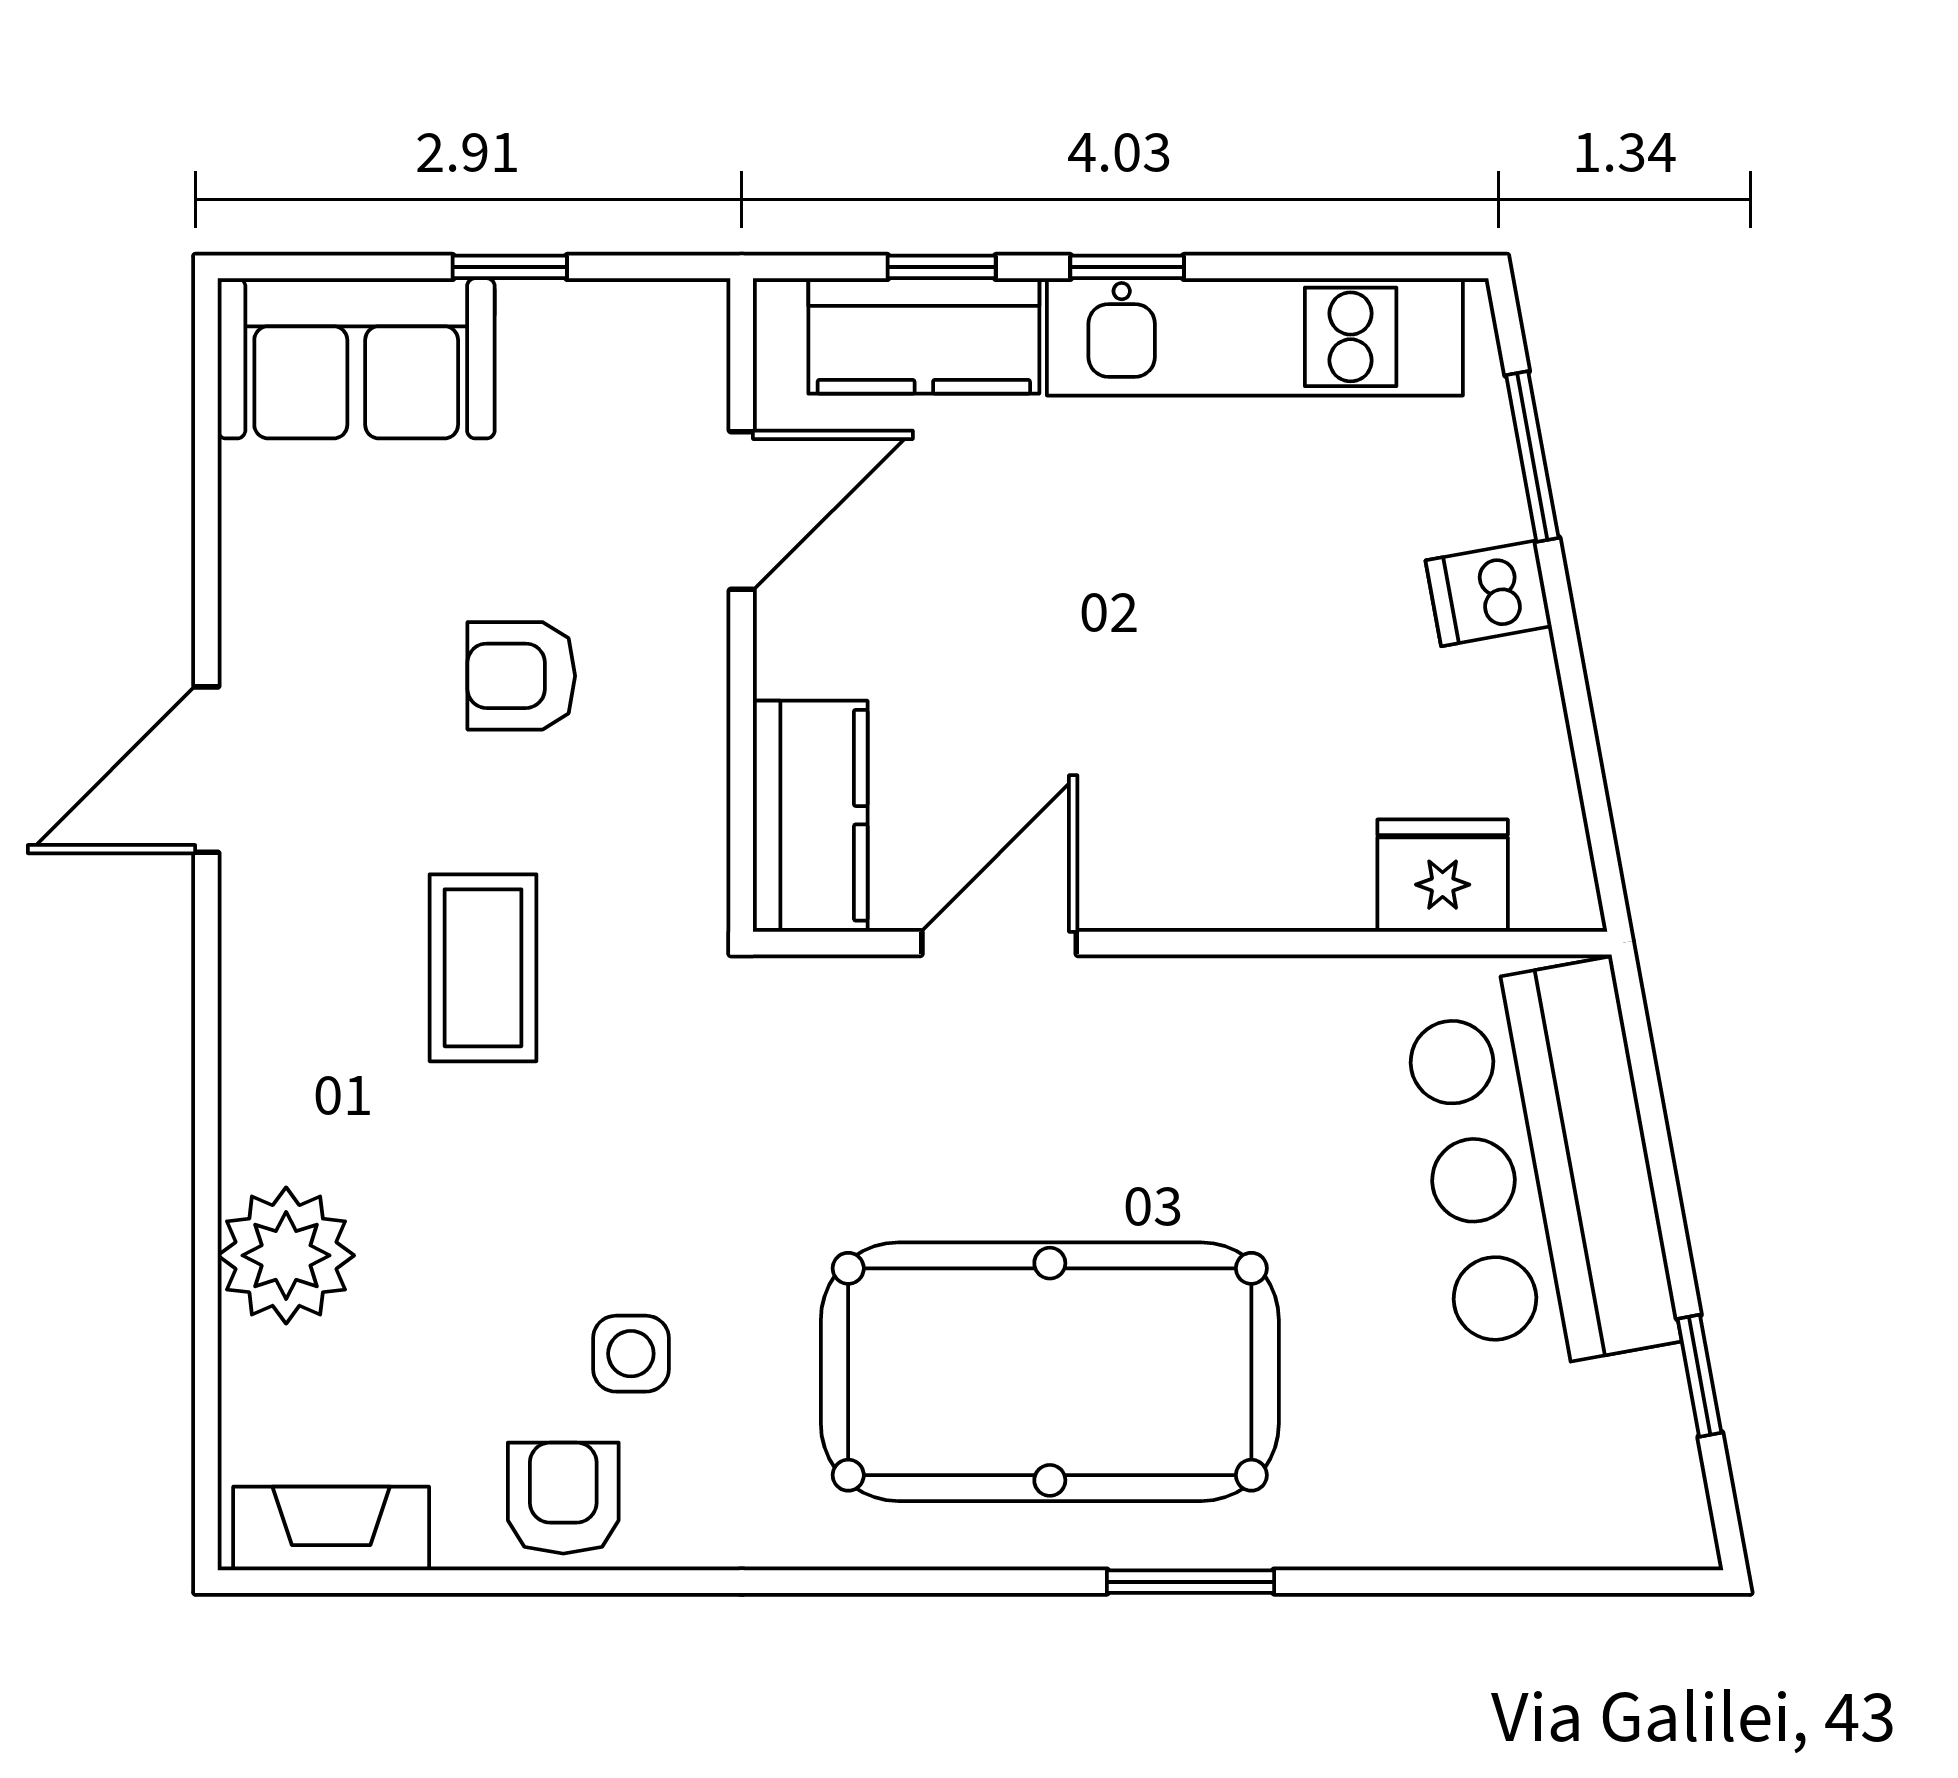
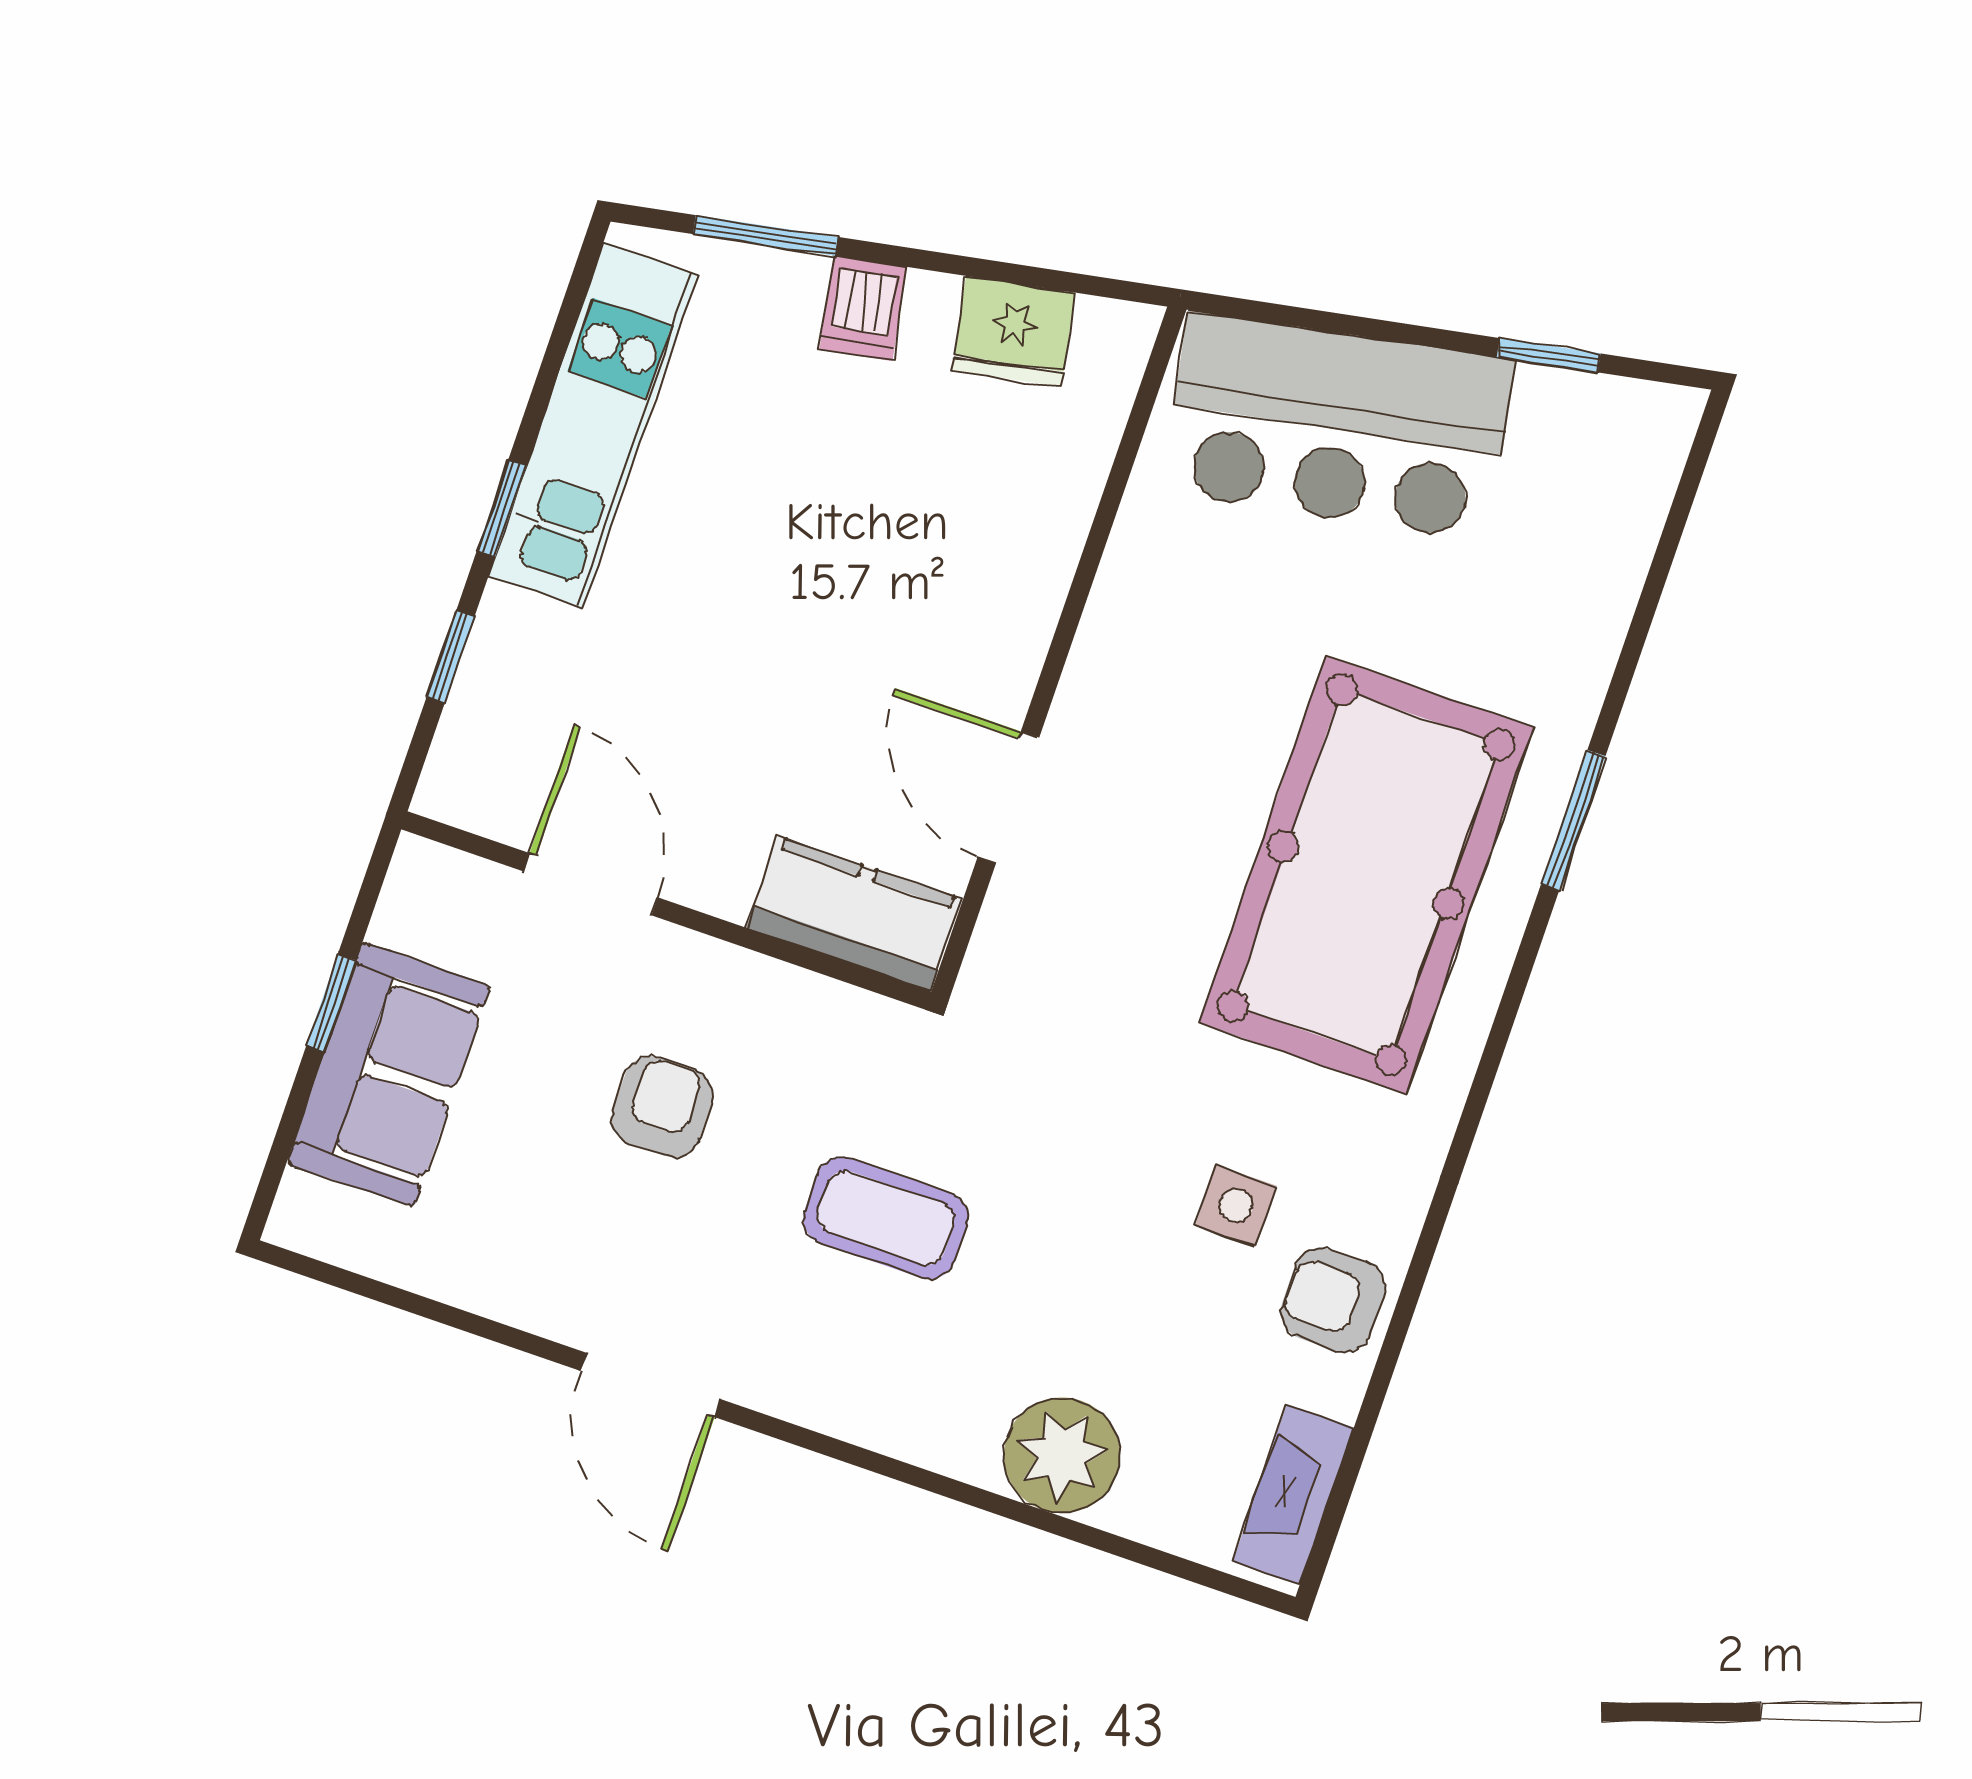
kitchen counter: (924, 336) -> (501, 690), removed
sofa: (356, 358) -> (389, 1075), moved
armchair: (521, 676) -> (662, 1107), turned 180
fridge: (1443, 876) -> (1014, 331), moved, turned -100

